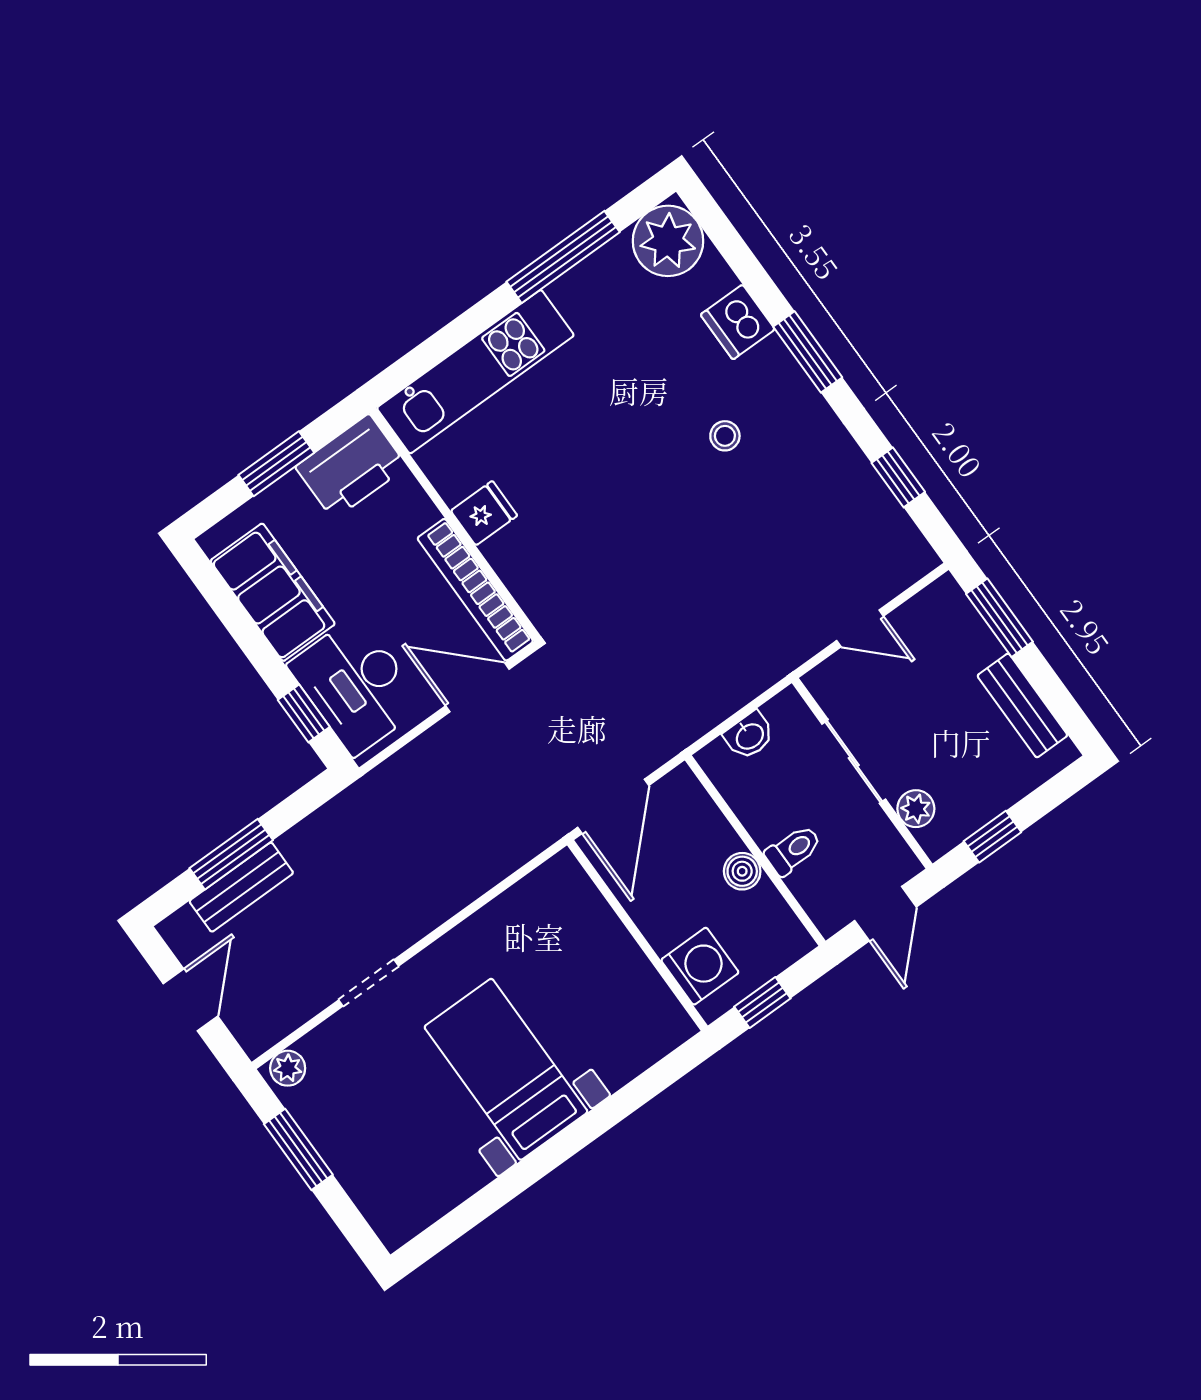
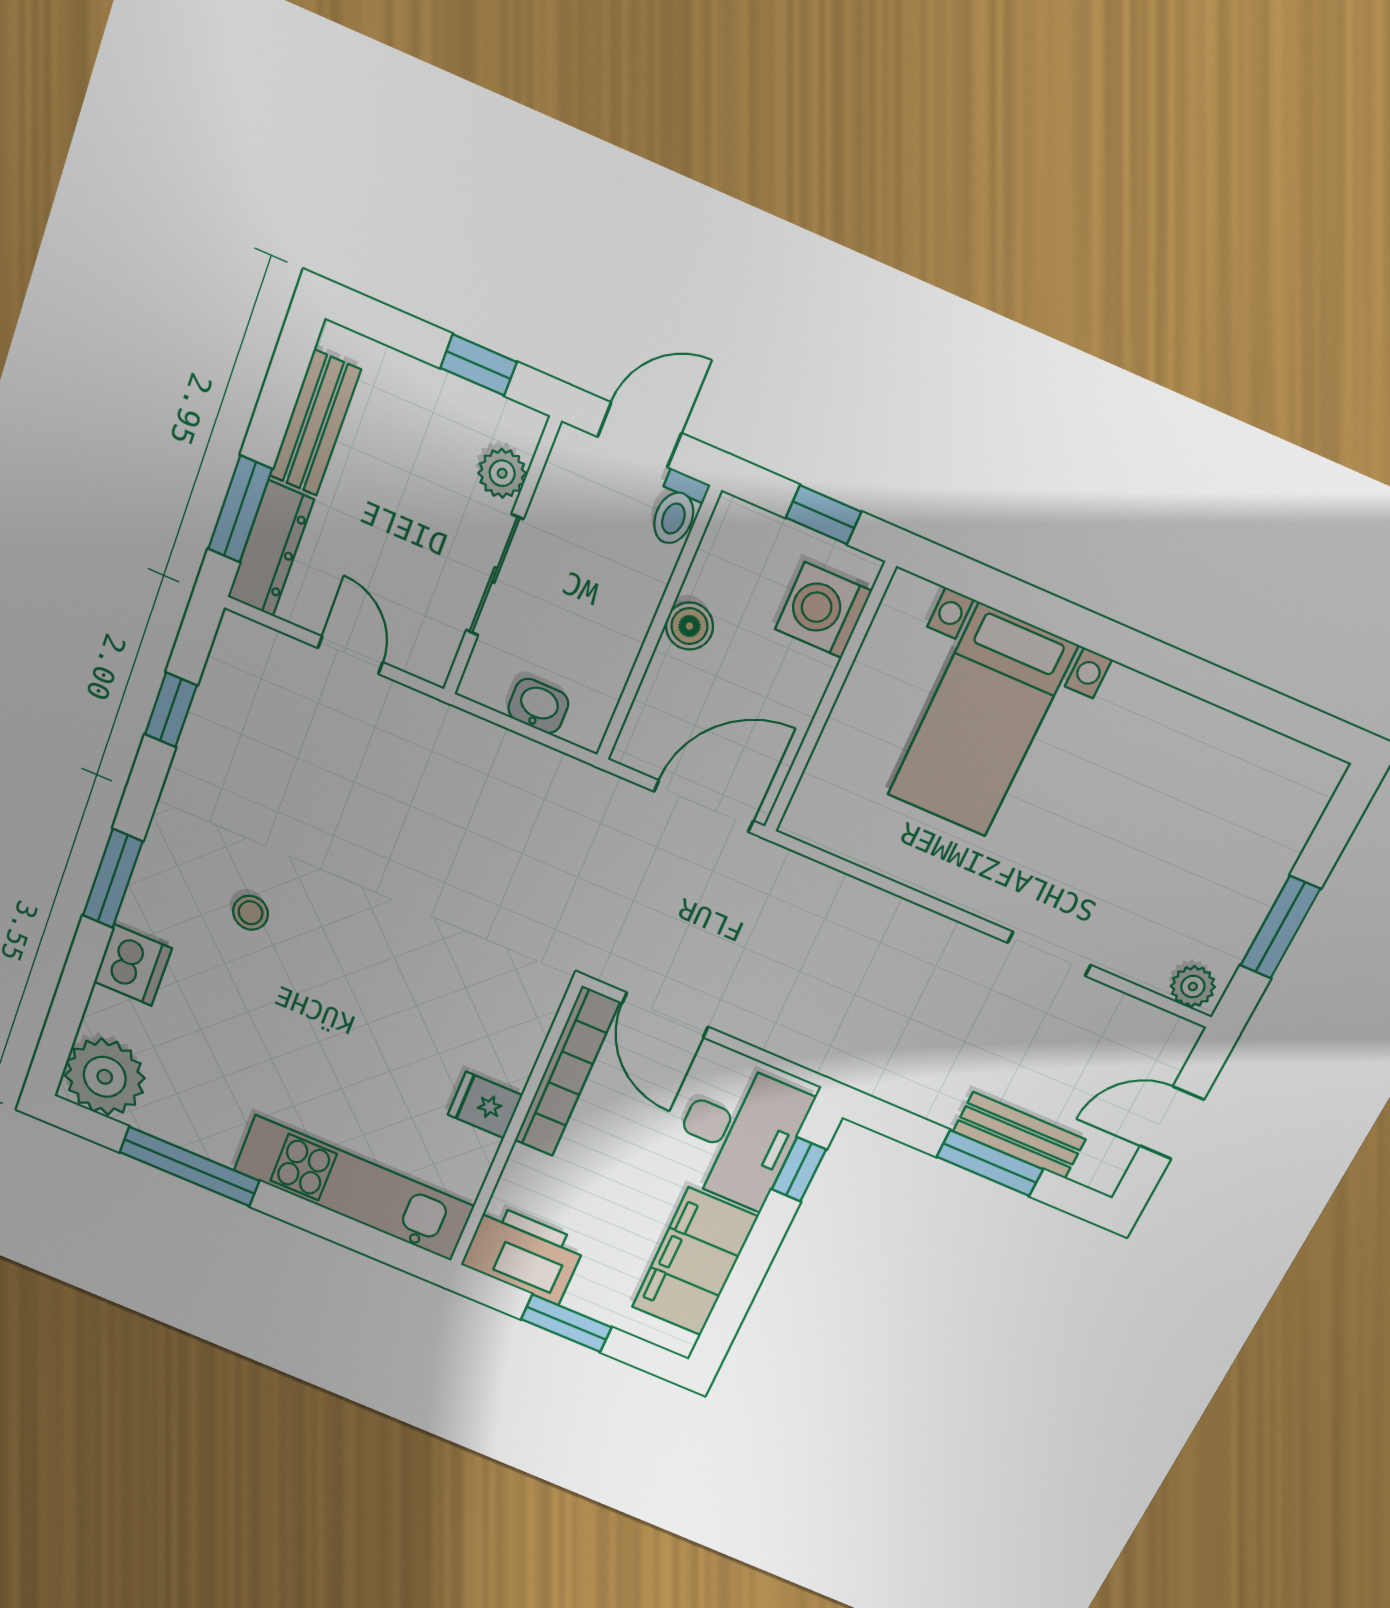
dresser: (962, 621) -> (271, 549), added
toilet: (793, 850) -> (677, 509), moved, turned -90
bed with nightstands: (506, 1069) -> (982, 721), moved

